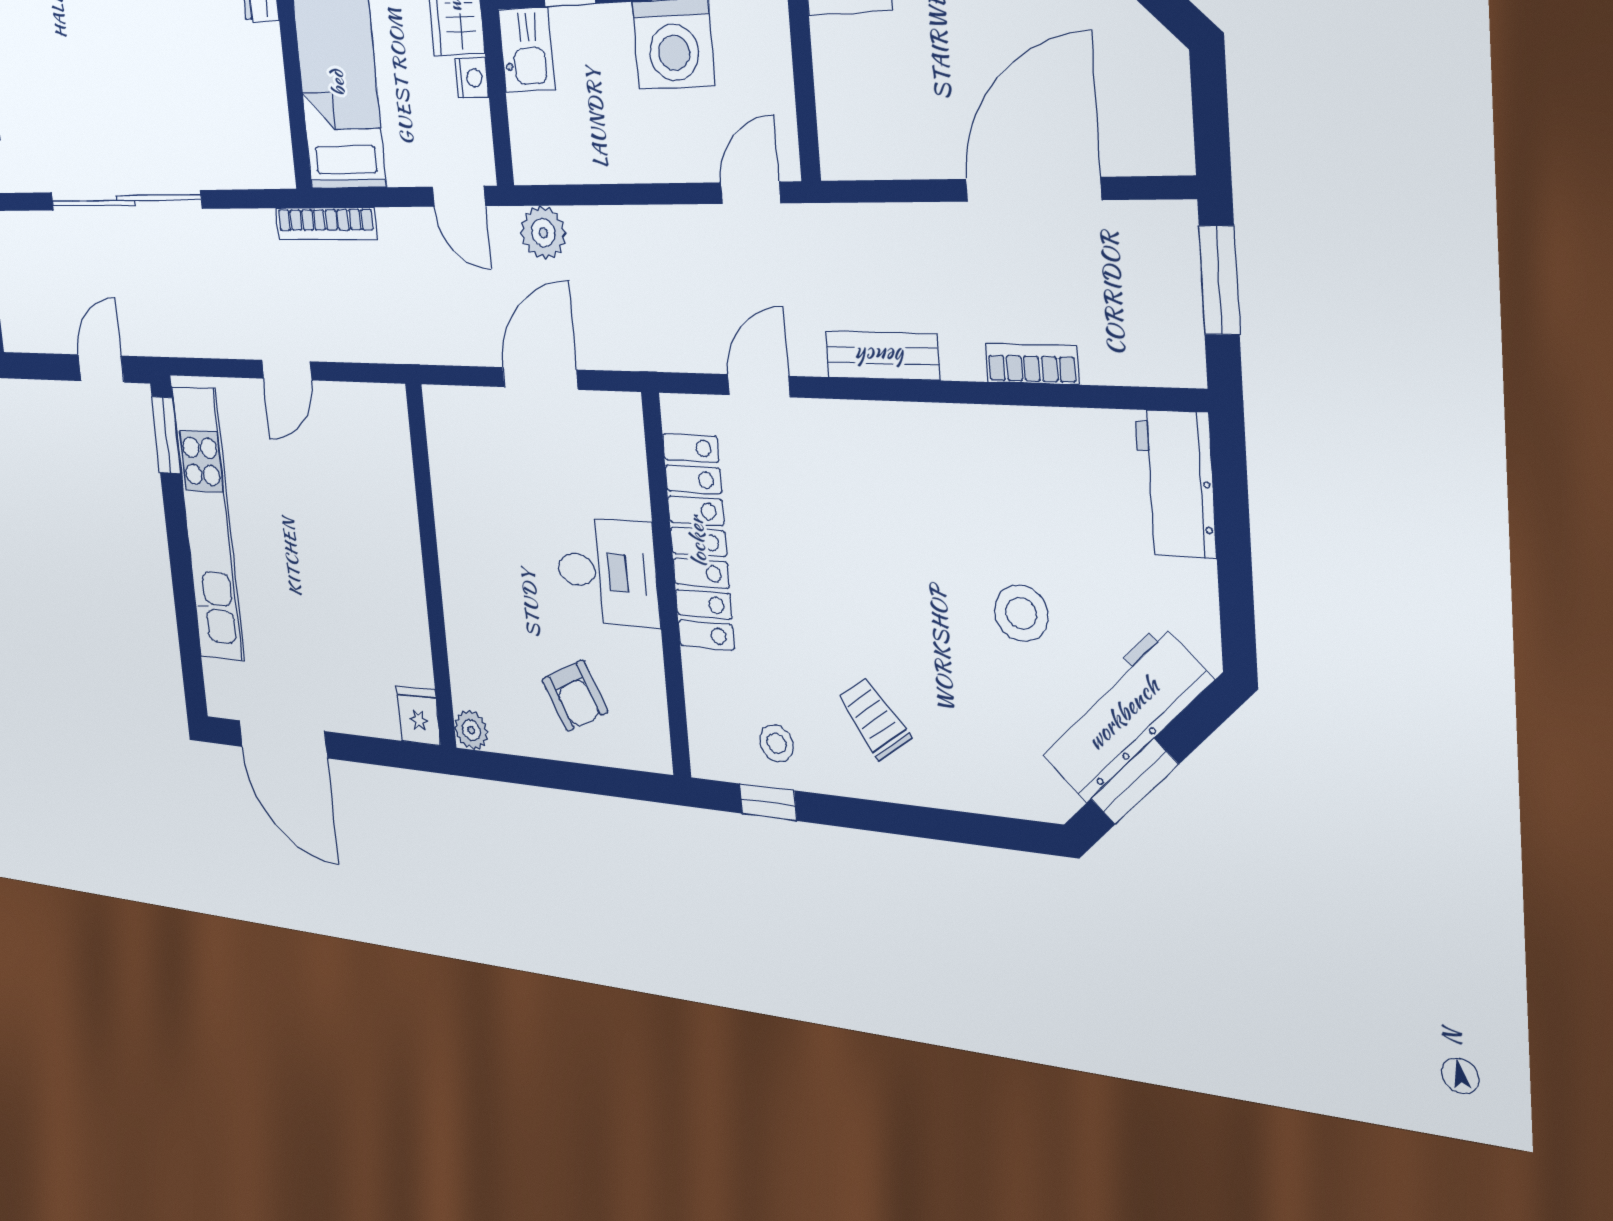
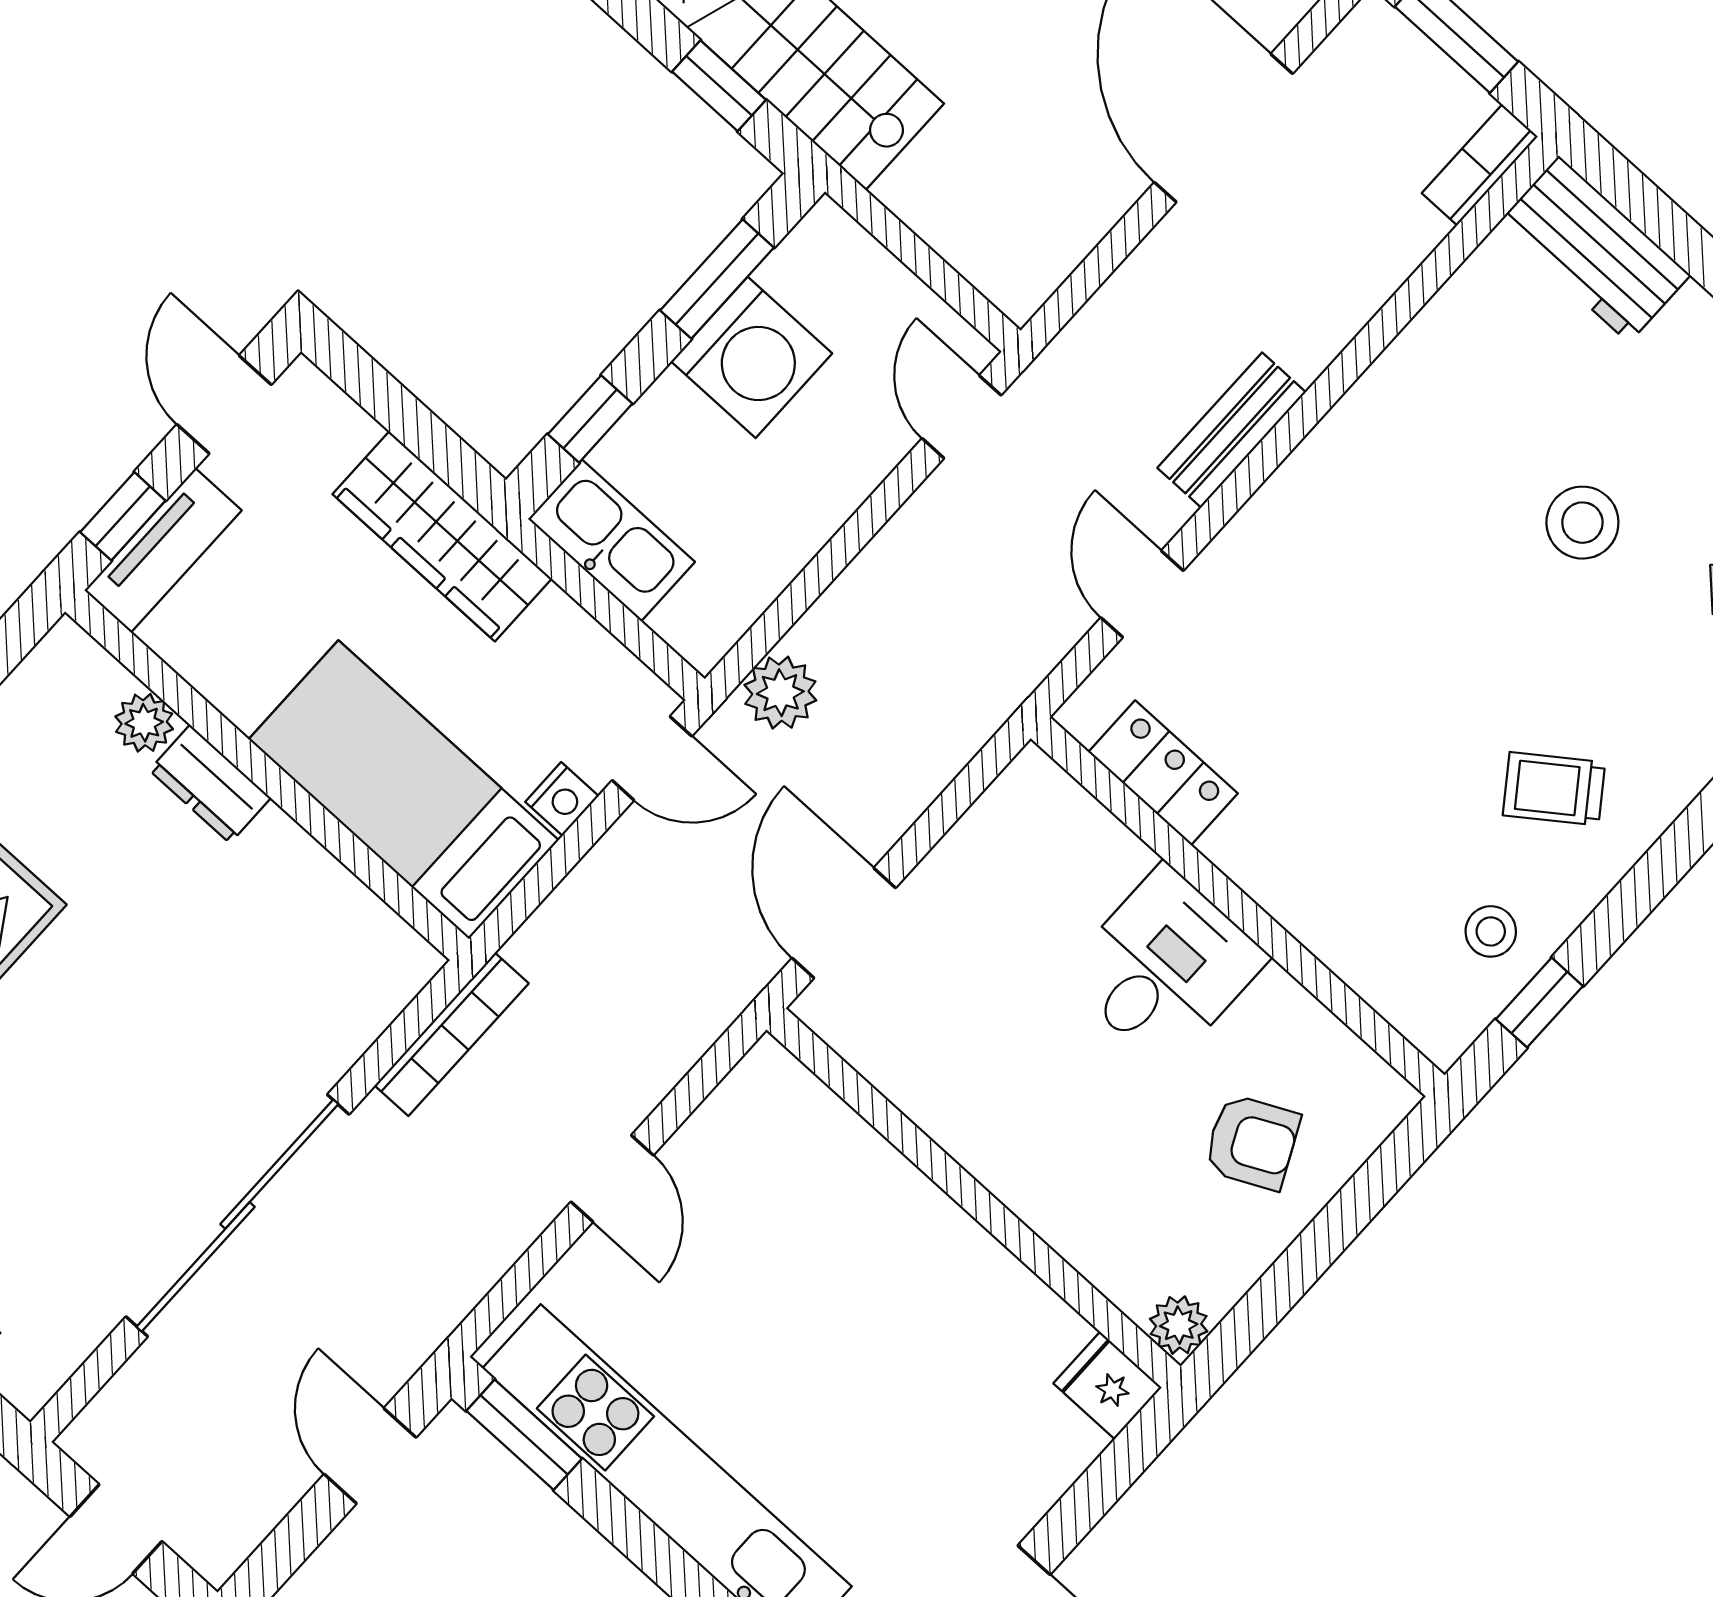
kitchen sink: (527, 50) -> (611, 540), width x1.38
nightstand: (472, 78) -> (562, 799), moved, turned 90
bookcase: (326, 224) -> (452, 1034), moved
bookcase: (1032, 364) -> (1480, 165), moved
door: (540, 378) -> (844, 923), moved
locker: (698, 542) -> (1163, 773), width x0.46, depth x0.83

